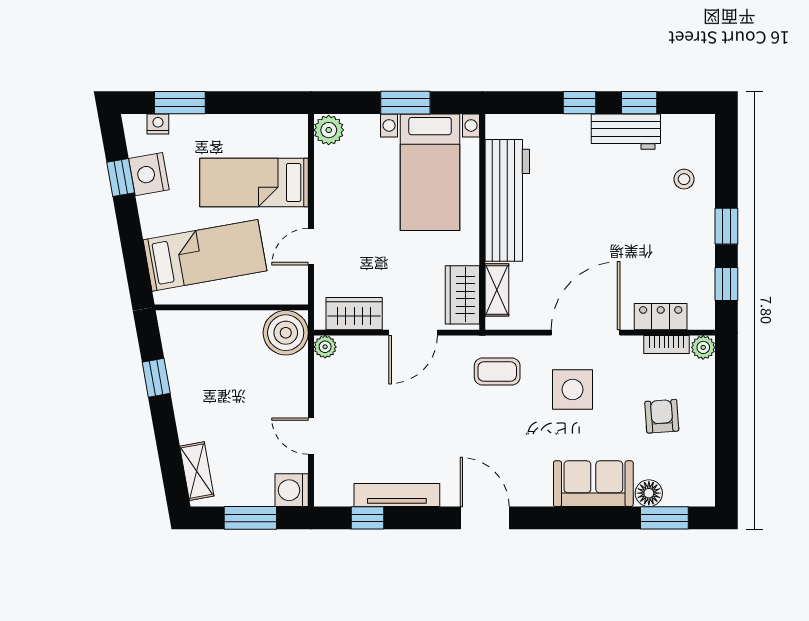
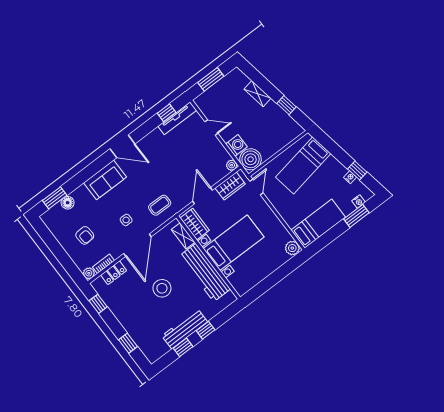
window: (405, 103) -> (271, 280), removed
workbench: (626, 132) -> (185, 329), width x1.38
bed with nightstands: (430, 172) -> (233, 243), moved, turned 90
nightstand: (149, 174) -> (350, 177), width x0.53, depth x0.56
stool: (684, 179) -> (162, 288), moved, width x1.89, depth x1.89
bed: (254, 182) -> (318, 224), moved
window: (726, 226) -> (128, 343), moved
door: (311, 247) -> (256, 187), moved
side table: (572, 389) -> (126, 220), width x0.54, depth x0.54
shelving: (197, 471) -> (257, 94), moved
sofa: (593, 484) -> (105, 180), moved
washing machine: (292, 490) -> (236, 145), moved
tv unit: (397, 495) -> (177, 118), moved

